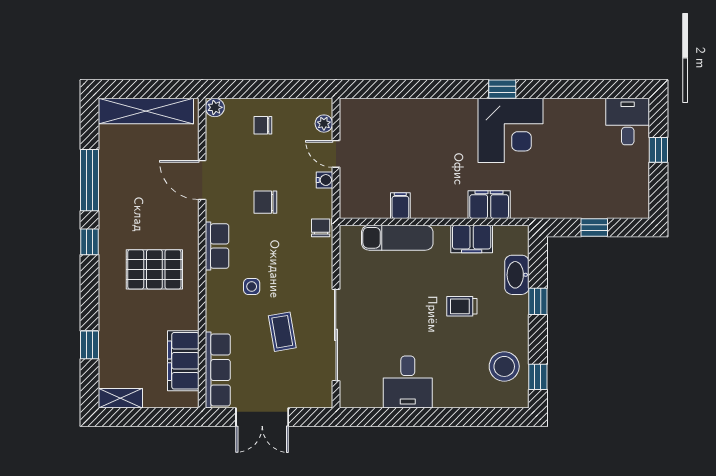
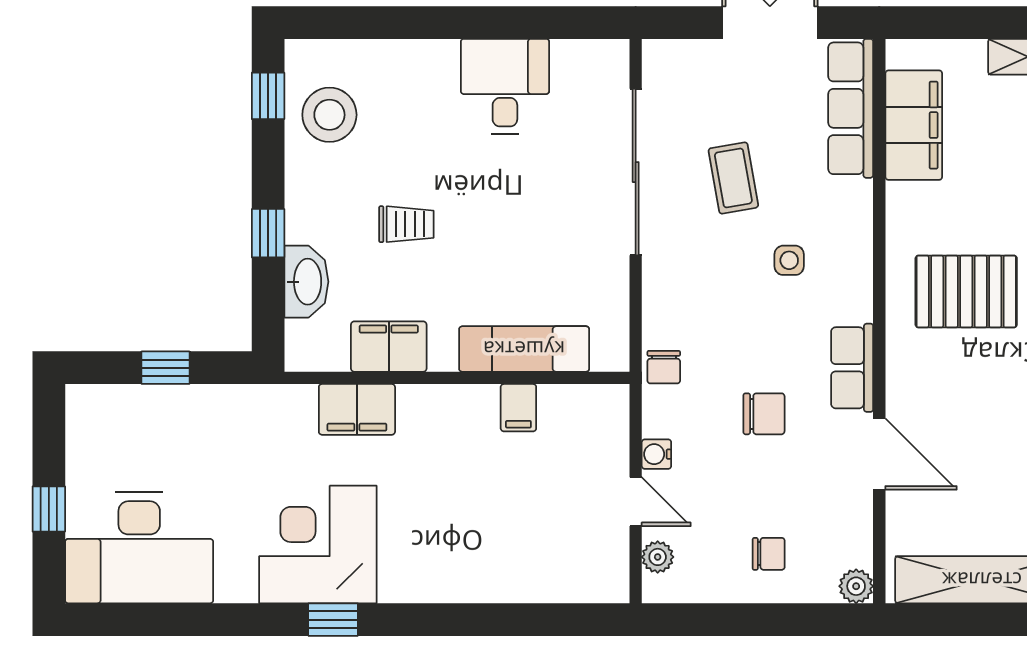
desk: (628, 122) -> (139, 548), width x1.87, depth x1.30
row of seats: (217, 246) -> (852, 368), moved

